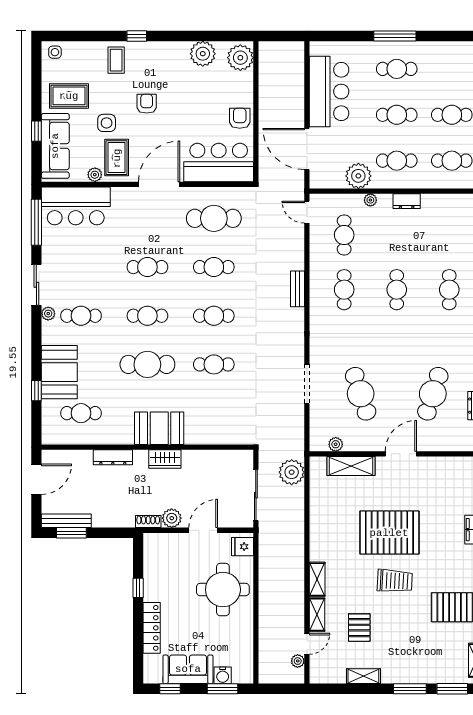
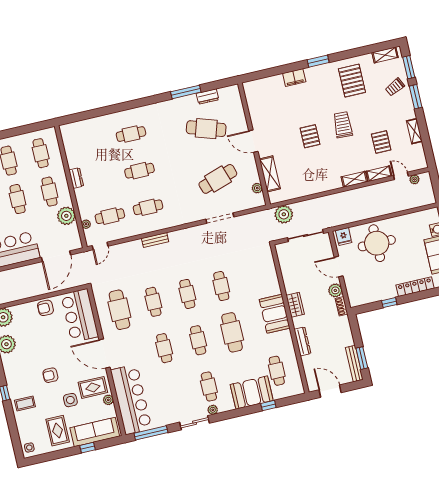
plant: (370, 200) -> (86, 224), moved
bar counter: (76, 206) -> (131, 399), width x1.36
pallet: (389, 533) -> (310, 136), width x0.49, depth x0.50
pallet: (359, 628) -> (381, 142), turned 90
trolley: (430, 664) -> (395, 87), added

